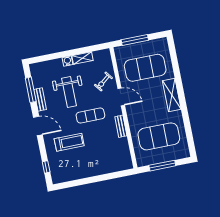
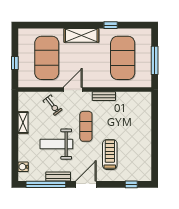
window: (135, 40) -> (15, 63), width x0.46
water cooler: (67, 61) -> (23, 167), moved
window: (31, 90) -> (46, 184), width x1.46
weight bench: (69, 92) -> (56, 144), turned 180
window: (186, 120) -> (111, 25), added

